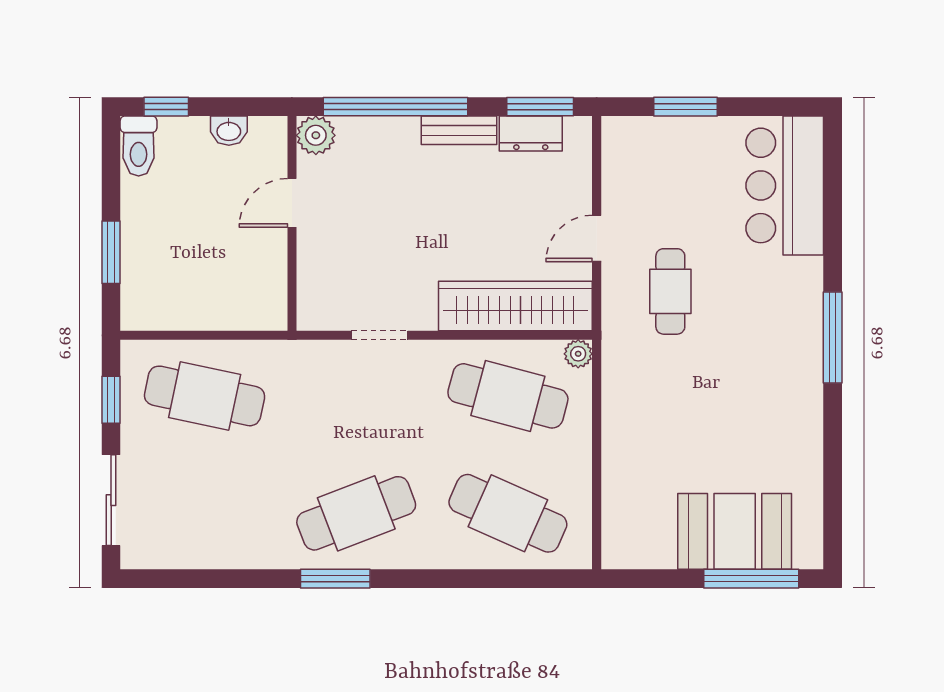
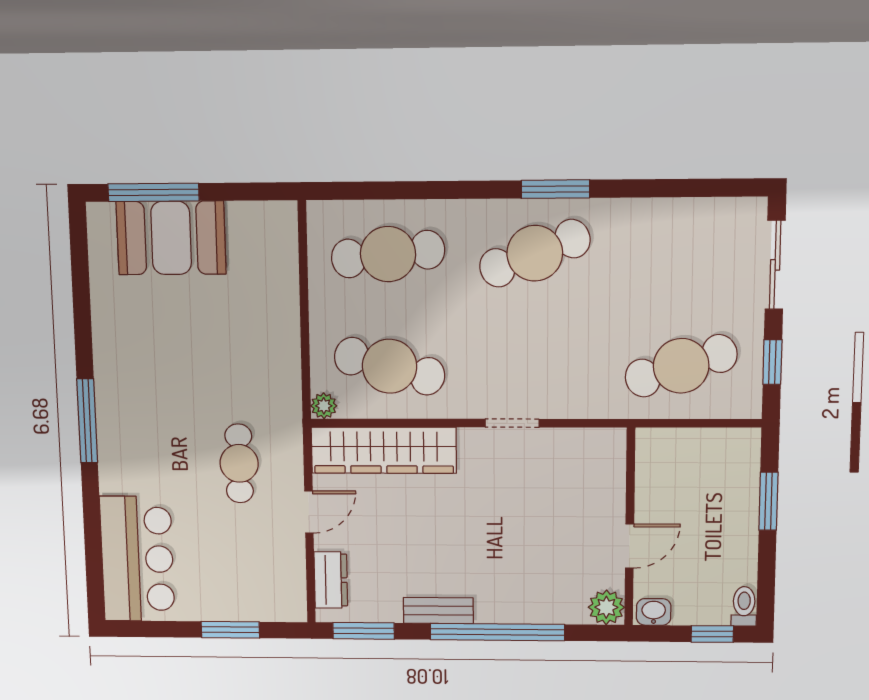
dresser: (531, 133) -> (331, 580), moved, turned 90
plant: (316, 135) -> (606, 607), moved
toilet: (139, 146) -> (744, 606), width x0.73, depth x0.72
door: (292, 203) -> (630, 546), moved
wall: (292, 223) -> (630, 527), moved
cafe table: (205, 396) -> (681, 366), turned -30
cafe table: (508, 513) -> (388, 254), turned -30

